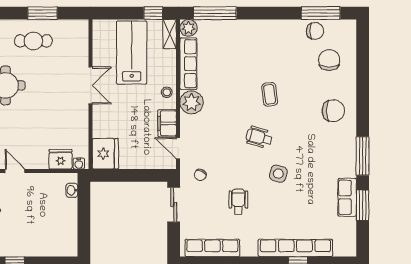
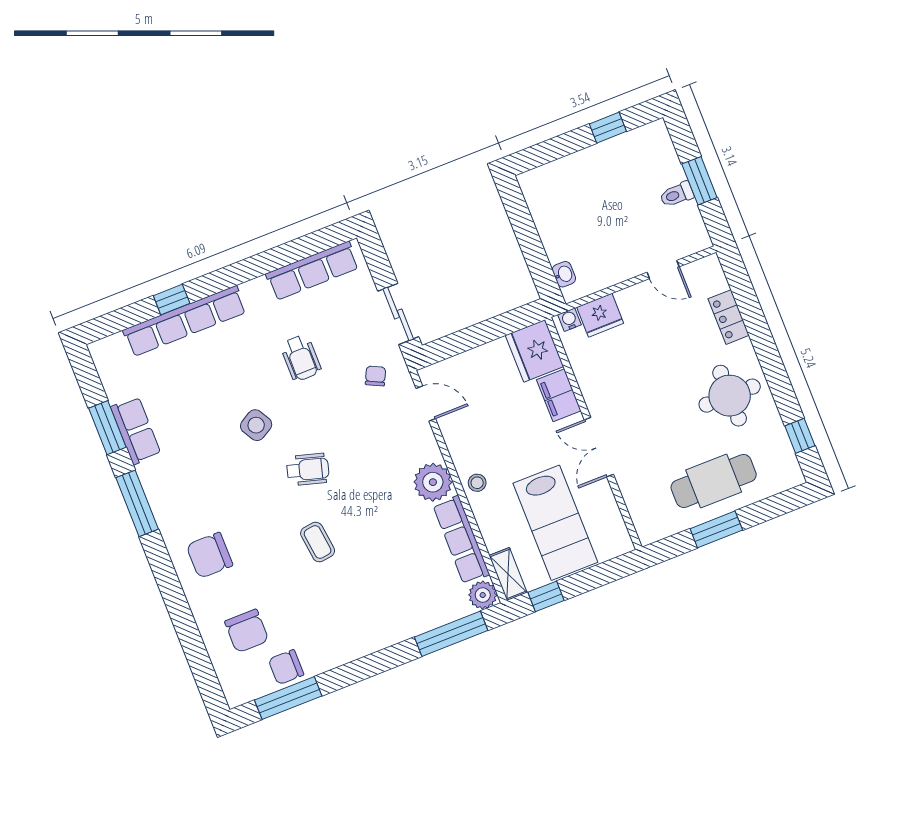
cafe table: (33, 41) -> (714, 481), width x1.37, depth x1.35
filing cabinet: (167, 123) -> (559, 395), moved, turned 180
side table: (278, 174) -> (256, 425), turned 45

